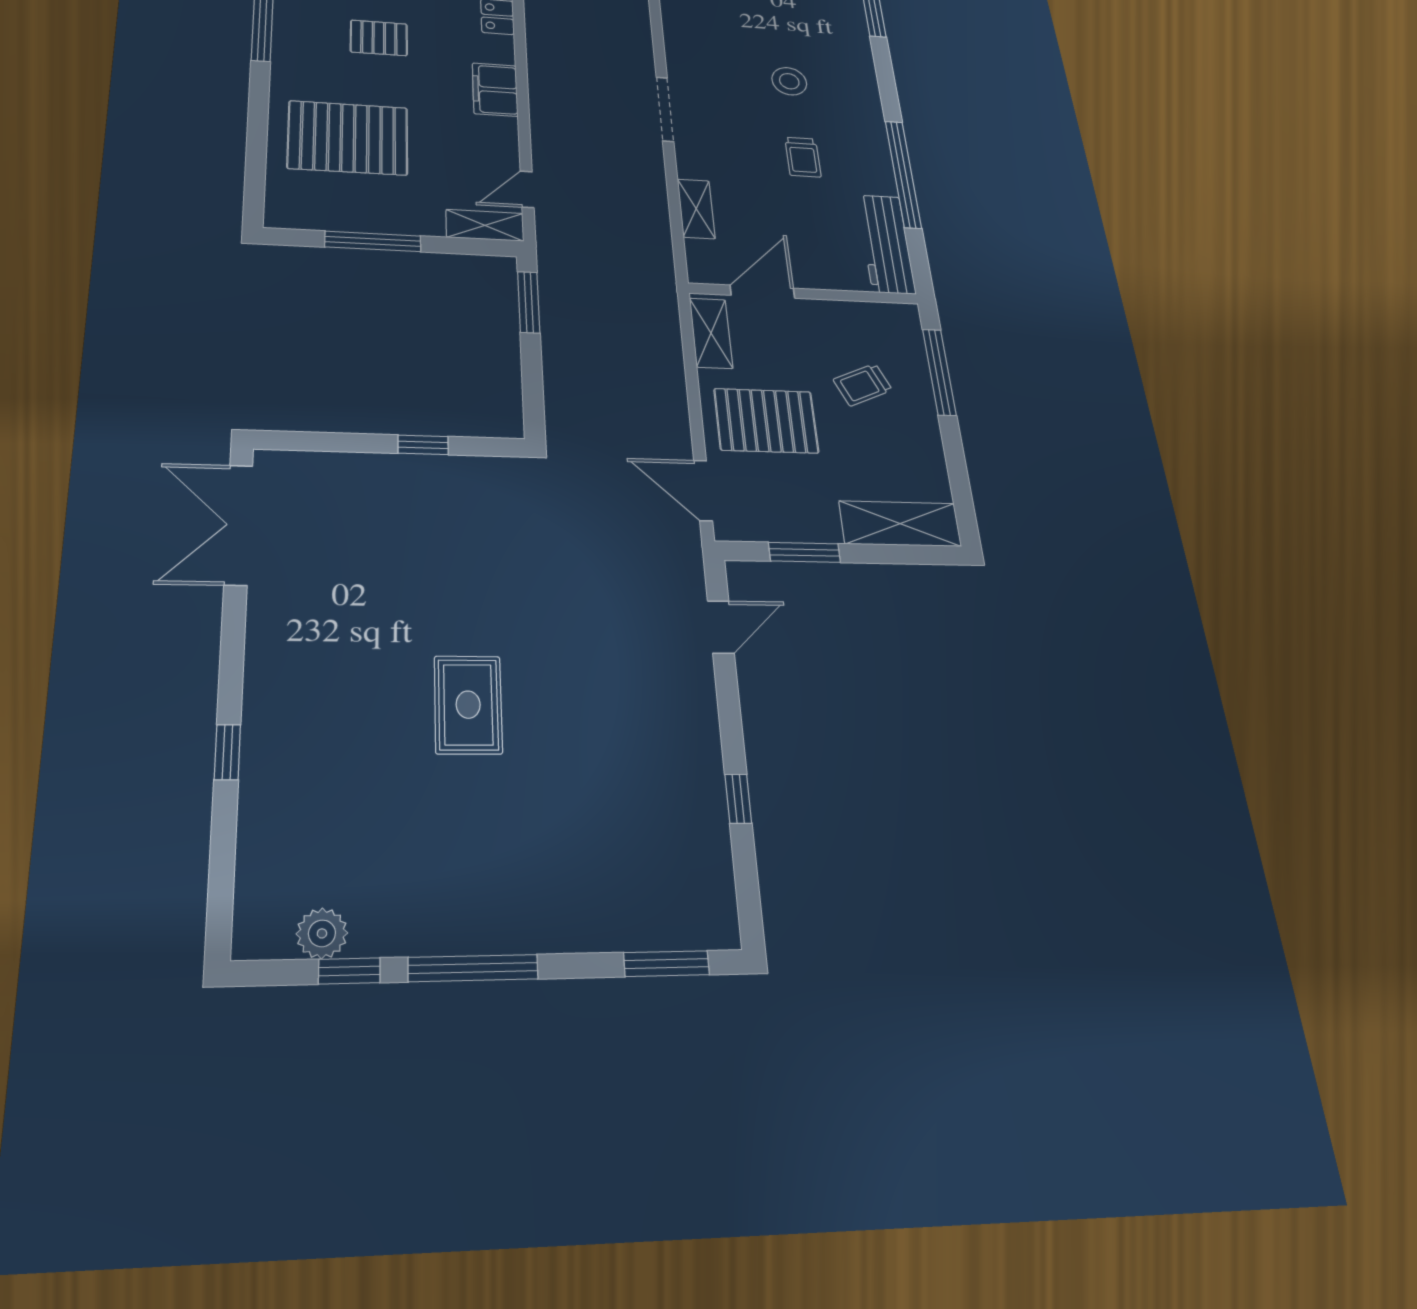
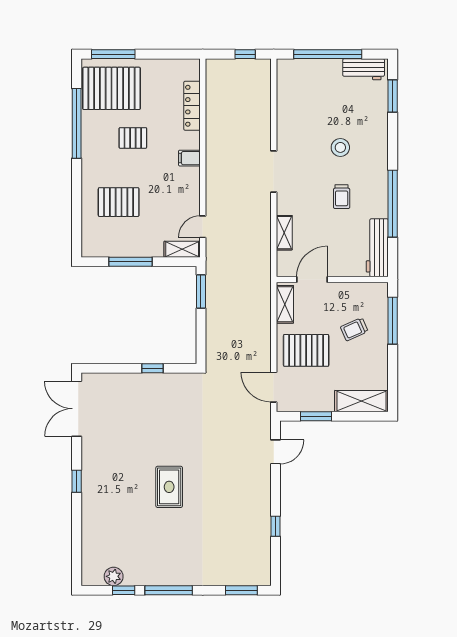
filing cabinet: (495, 90) -> (189, 158), width x0.50
pallet: (348, 138) -> (119, 202), width x0.73, depth x0.71
window: (227, 752) -> (77, 481), moved

